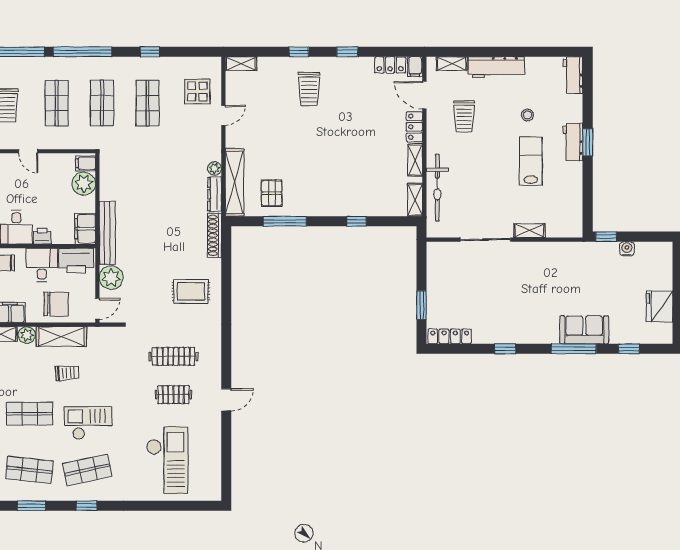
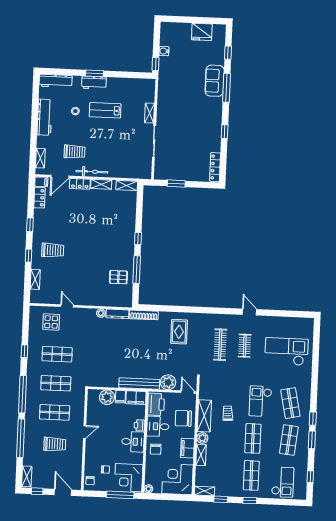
shelving: (241, 64) -> (35, 279), moved
workbench: (496, 67) -> (45, 117), moved
workbench: (573, 75) -> (56, 81), width x1.38
filing cabinet: (86, 163) -> (120, 397), moved
shelving: (235, 182) -> (110, 301), removed
bicycle: (437, 188) -> (92, 172), moved, width x0.73, depth x0.71
window: (357, 221) -> (138, 239), moved
chair: (56, 304) -> (183, 418), turned -90
window: (421, 305) -> (176, 184), moved
window: (86, 506) -> (313, 419), moved

